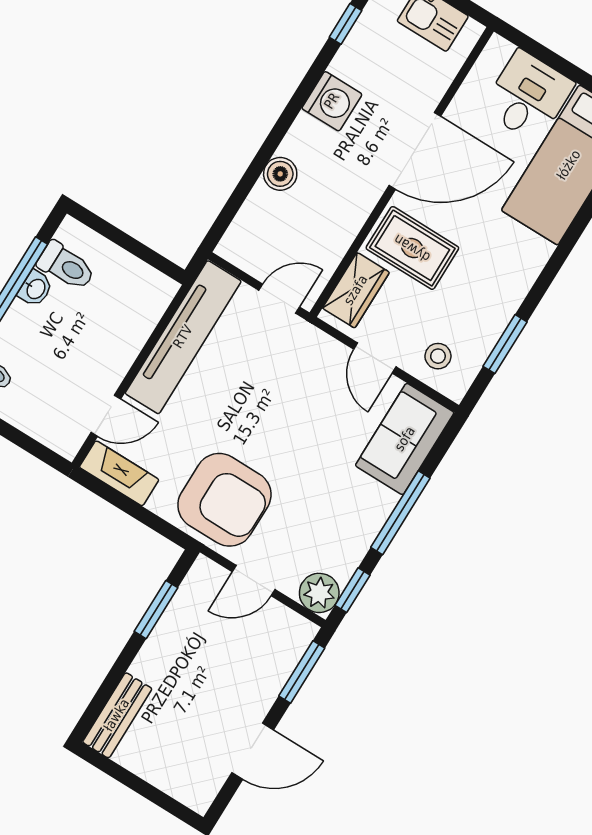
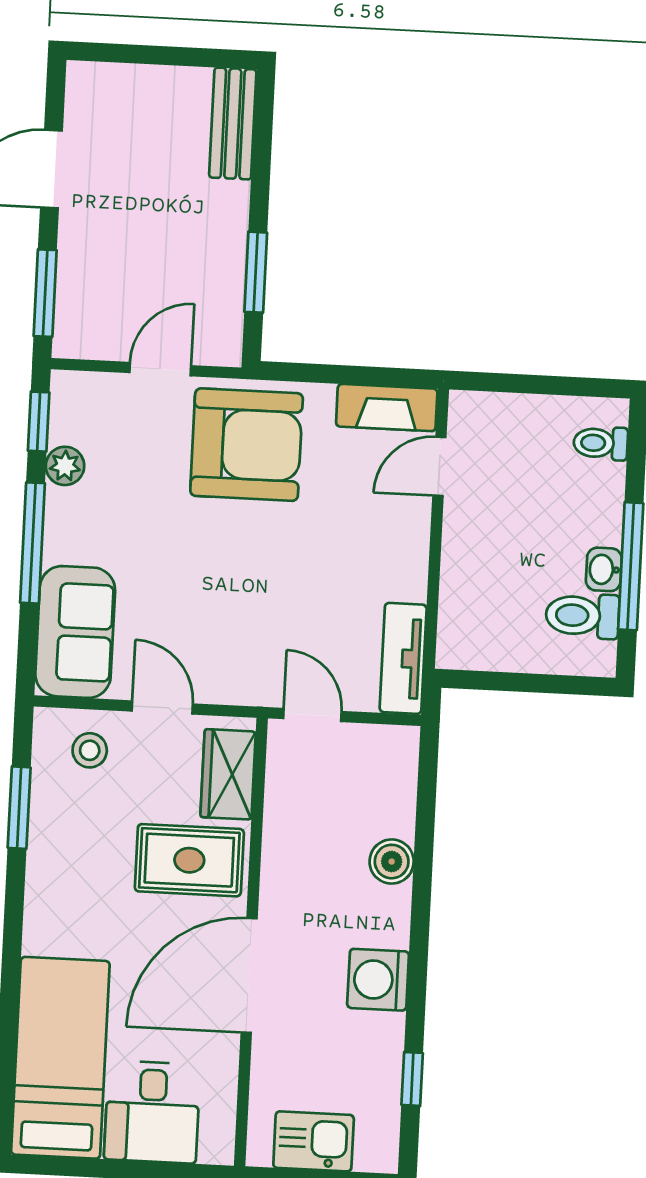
door: (279, 299) -> (312, 715), swing flipped
tv unit: (183, 337) -> (403, 658), width x0.52, depth x0.78
armchair: (224, 500) -> (247, 445), turned 180
plant: (319, 593) -> (65, 466), moved, width x0.73, depth x0.73

